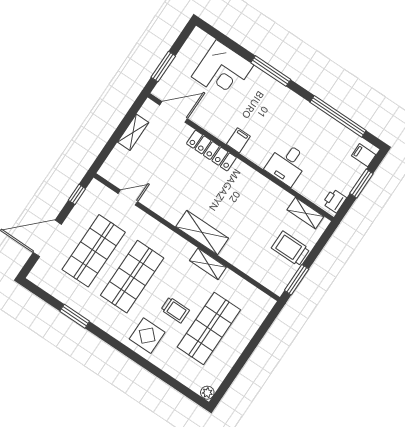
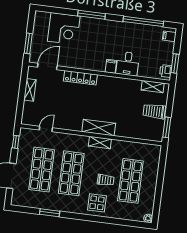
filing cabinet: (238, 140) -> (111, 66), moved
window: (361, 183) -> (175, 64), moved
shelving: (208, 264) -> (100, 143), moved

